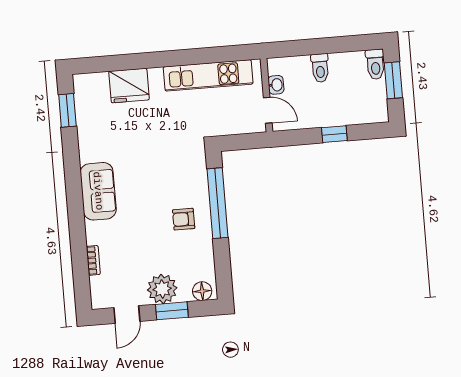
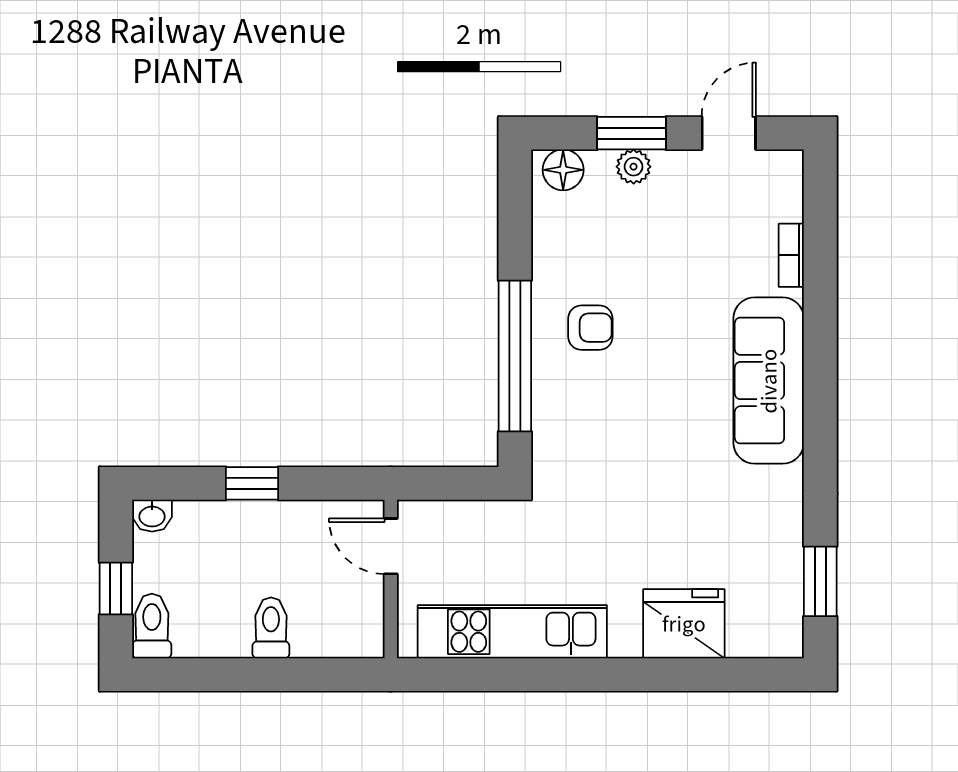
window: (393, 80) -> (116, 589), width x0.67
washbasin: (276, 85) -> (152, 516), moved, turned -90
sofa: (98, 191) -> (769, 381), width x1.36
plant: (162, 289) -> (634, 167), width x0.53, depth x0.53

